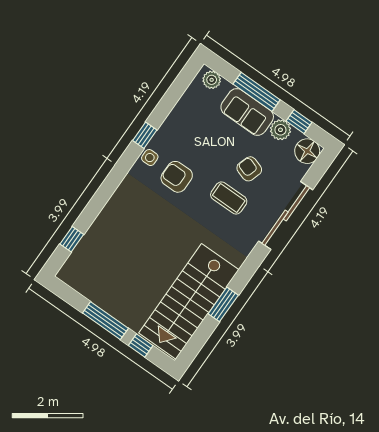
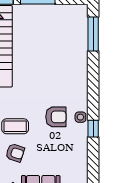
window: (72, 239) -> (93, 34), width x2.17

